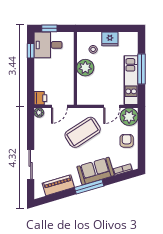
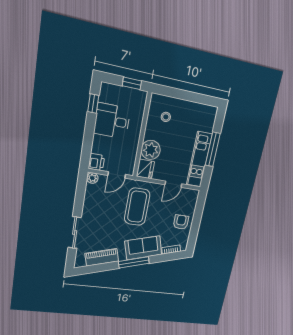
window: (49, 28) -> (132, 83), moved
fridge: (110, 39) -> (145, 169), moved, turned -90
desk: (48, 45) -> (112, 121), moved
plant: (85, 68) -> (151, 150), moved
plant: (129, 117) -> (189, 198), removed
coffee table: (83, 132) -> (137, 207), turned -57

